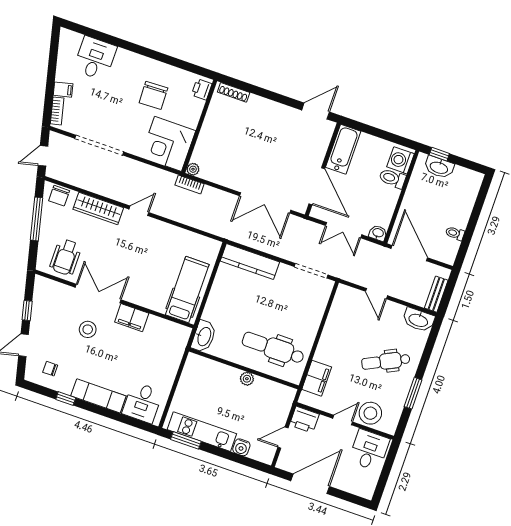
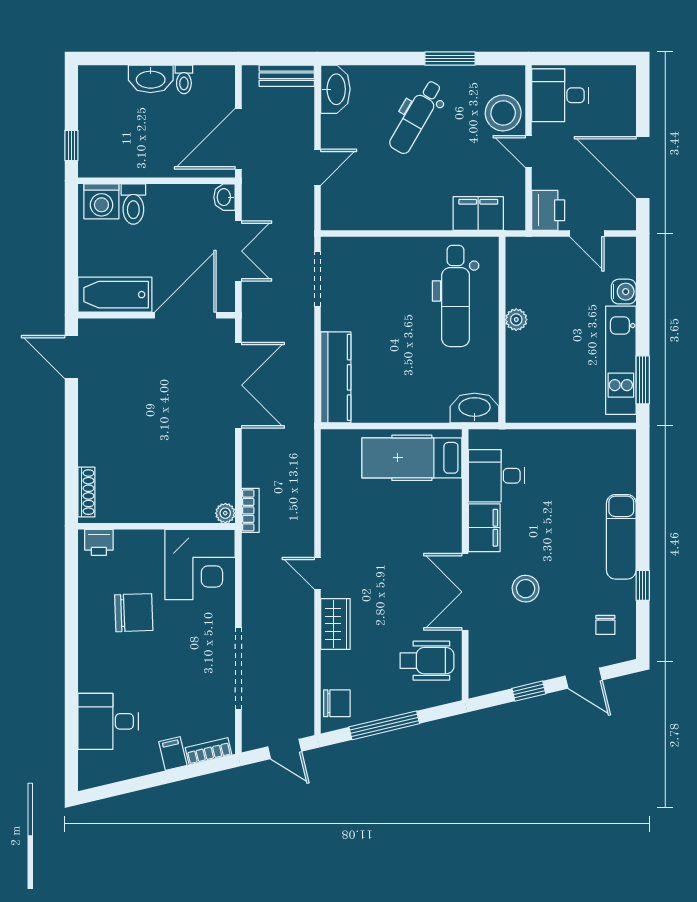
washbasin: (439, 167) -> (151, 79), moved, turned 90
wardrobe: (98, 208) -> (335, 624), width x0.67
dental chair: (386, 361) -> (416, 117), turned 56
desk: (142, 402) -> (497, 476), moved, turned 180

